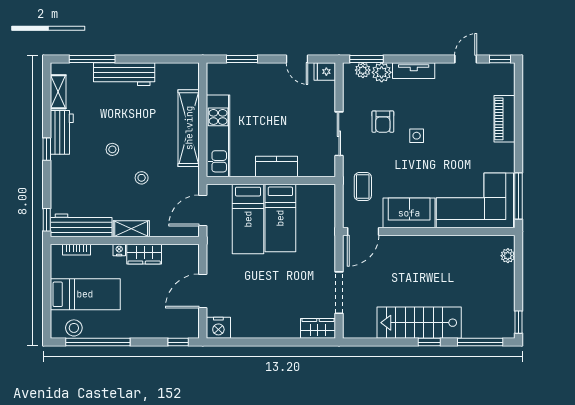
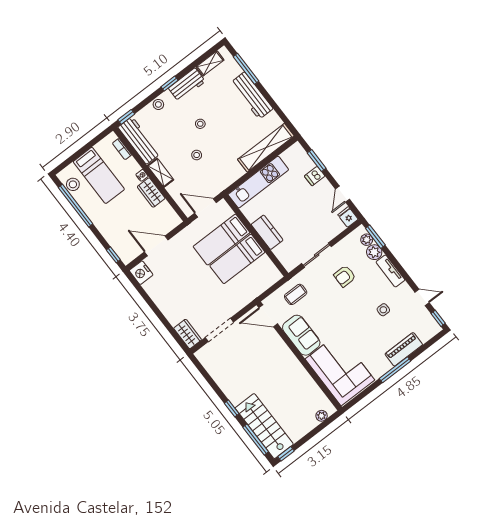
dishwasher: (256, 73) -> (315, 176), added
shelving: (189, 128) -> (266, 148), moved
side table: (417, 136) -> (383, 310), moved
stool: (59, 177) -> (158, 104), added
window: (519, 196) -> (395, 370), moved
stairs: (419, 323) -> (264, 426), moved

